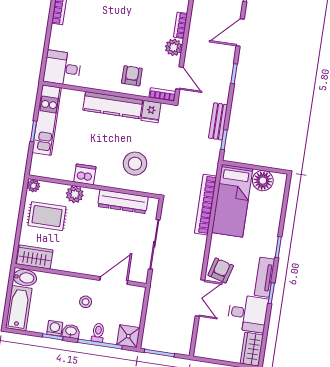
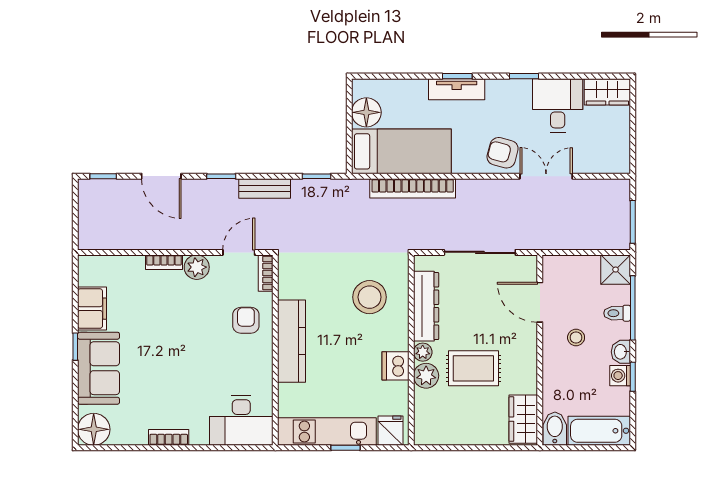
desk: (62, 68) -> (241, 420), width x1.37
armchair: (132, 76) -> (246, 320), turned 90
fridge: (151, 112) -> (390, 431), moved, turned -90
bench: (218, 121) -> (265, 188), moved
plant: (33, 186) -> (423, 352), moved
rug: (47, 216) -> (473, 368), moved, turned 90
tv unit: (265, 277) -> (457, 89), moved

